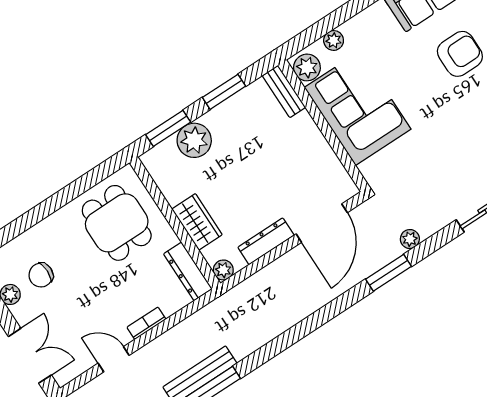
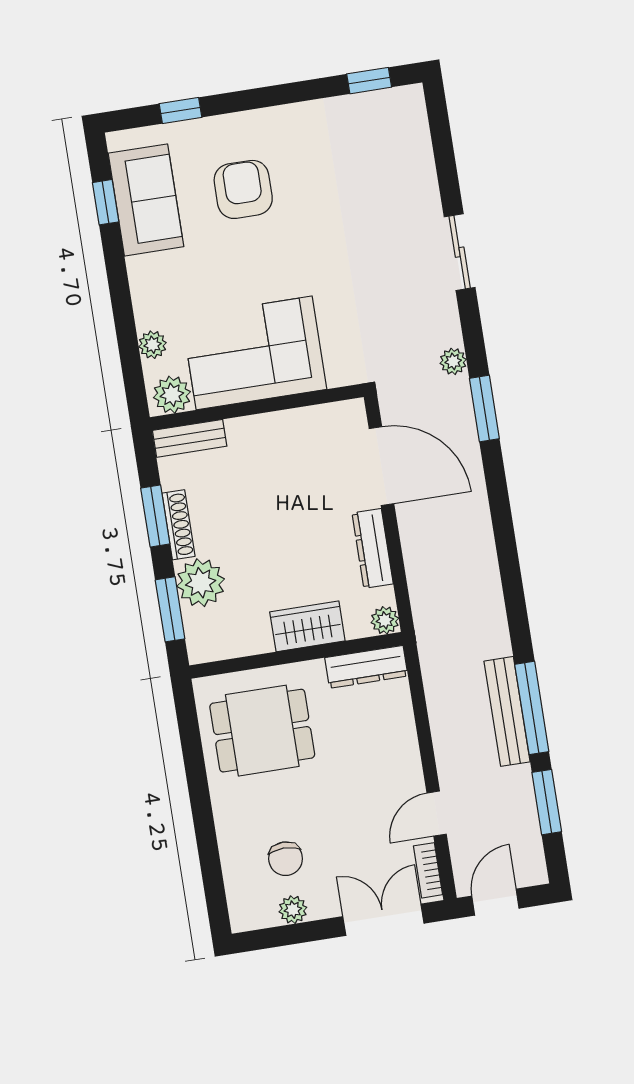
shoe rack: (225, 109) -> (178, 525), added
bookcase: (146, 323) -> (428, 870), moved

